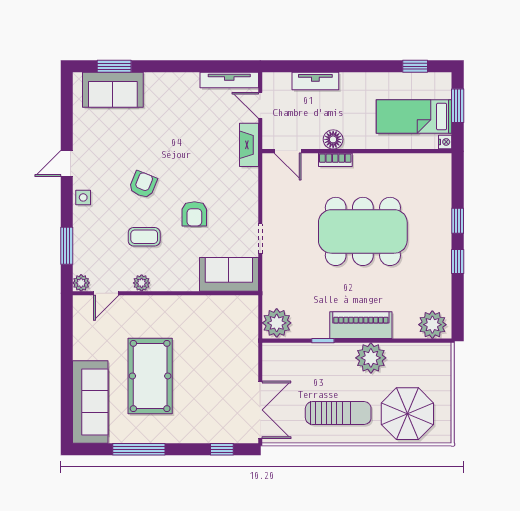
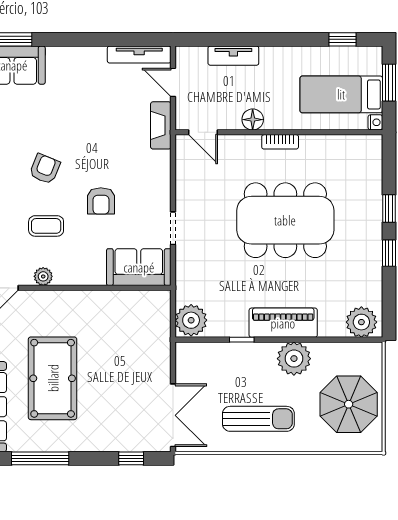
bookcase: (335, 160) -> (280, 142), moved
parasol: (407, 414) -> (349, 404), moved

